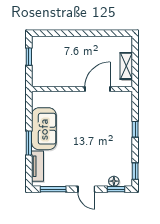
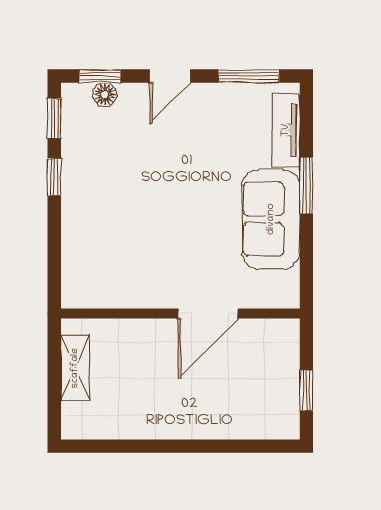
door: (98, 89) -> (208, 313), moved
window: (135, 129) -> (54, 177), moved
door: (86, 189) -> (170, 76), swing flipped

